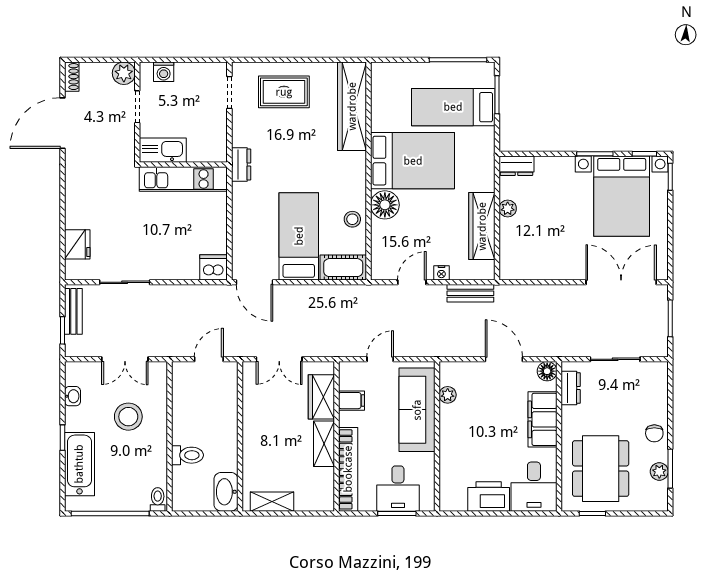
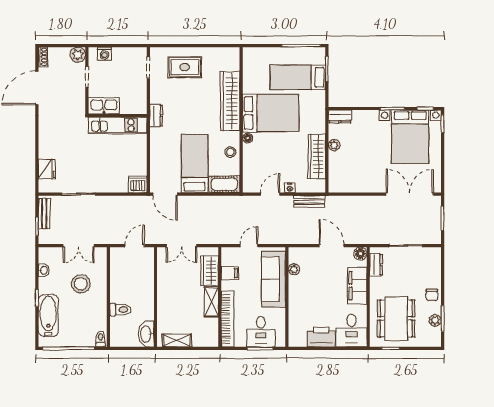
wardrobe: (352, 106) -> (230, 101), moved
floor lamp: (385, 205) -> (248, 138), width x0.53, depth x0.53

